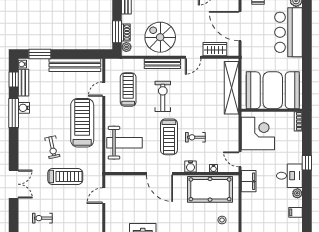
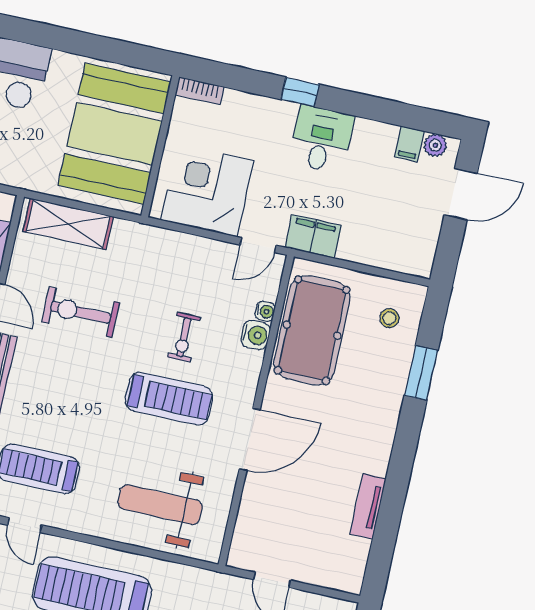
shelving: (231, 88) -> (68, 224), width x0.68
exercise bike: (163, 96) -> (81, 312), moved
weight bench: (125, 143) -> (160, 505), turned -90
water cooler: (190, 167) -> (256, 335), moved
plant: (297, 193) -> (435, 145), moved

